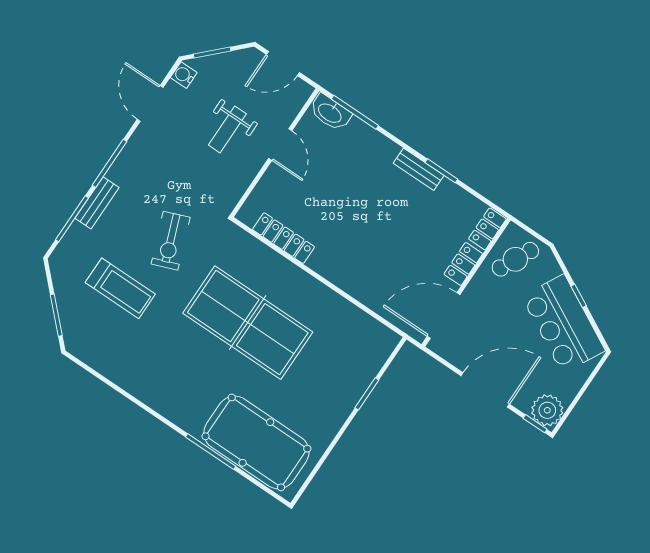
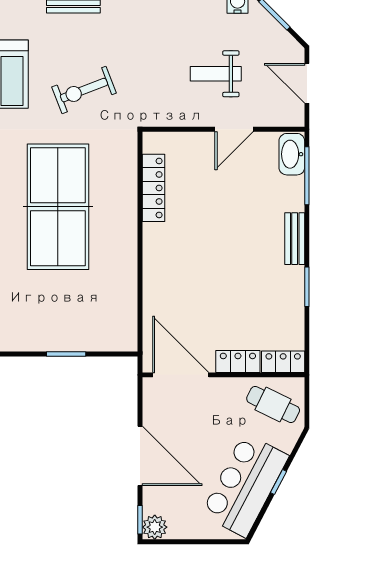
bench: (419, 169) -> (295, 239), moved
plant: (547, 410) -> (155, 527), width x0.73, depth x0.73

